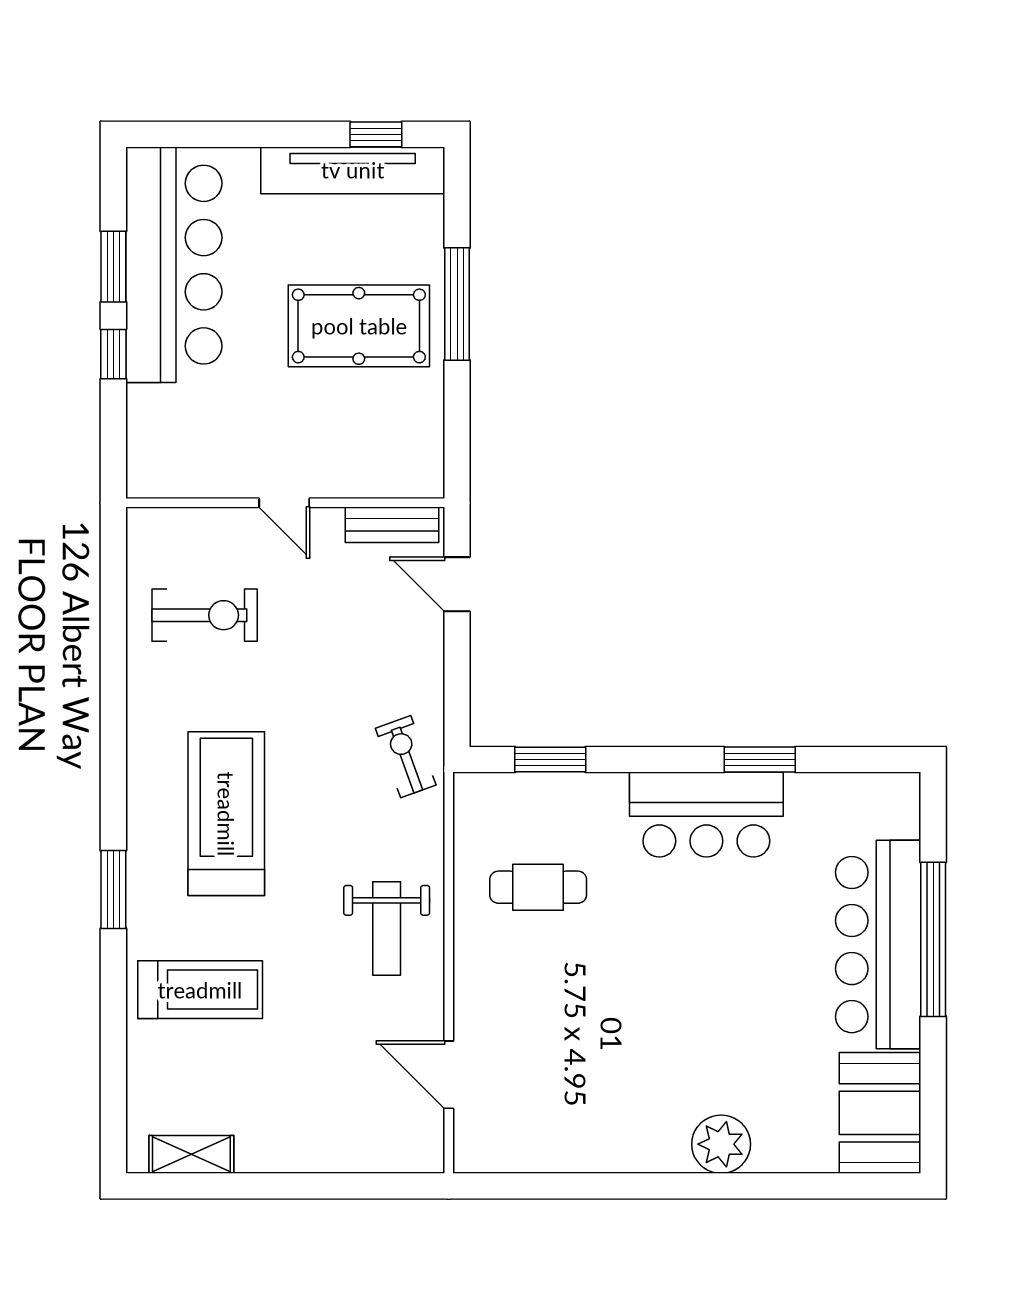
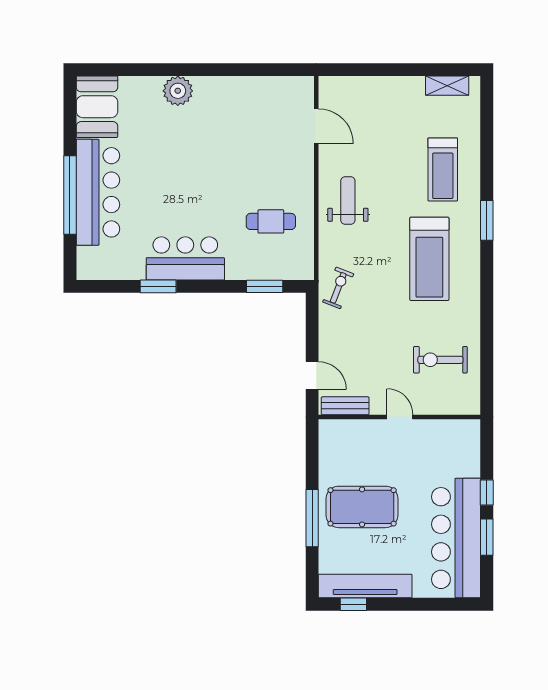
exercise bike: (406, 757) -> (338, 288), turned -139
treadmill: (200, 990) -> (443, 169), turned -90

